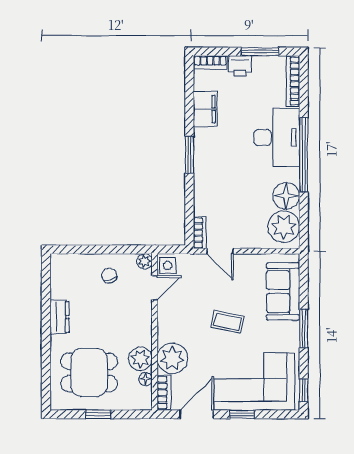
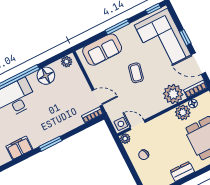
plant: (284, 227) -> (67, 62), width x0.53, depth x0.53
door: (220, 251) -> (97, 98), hinge flipped

